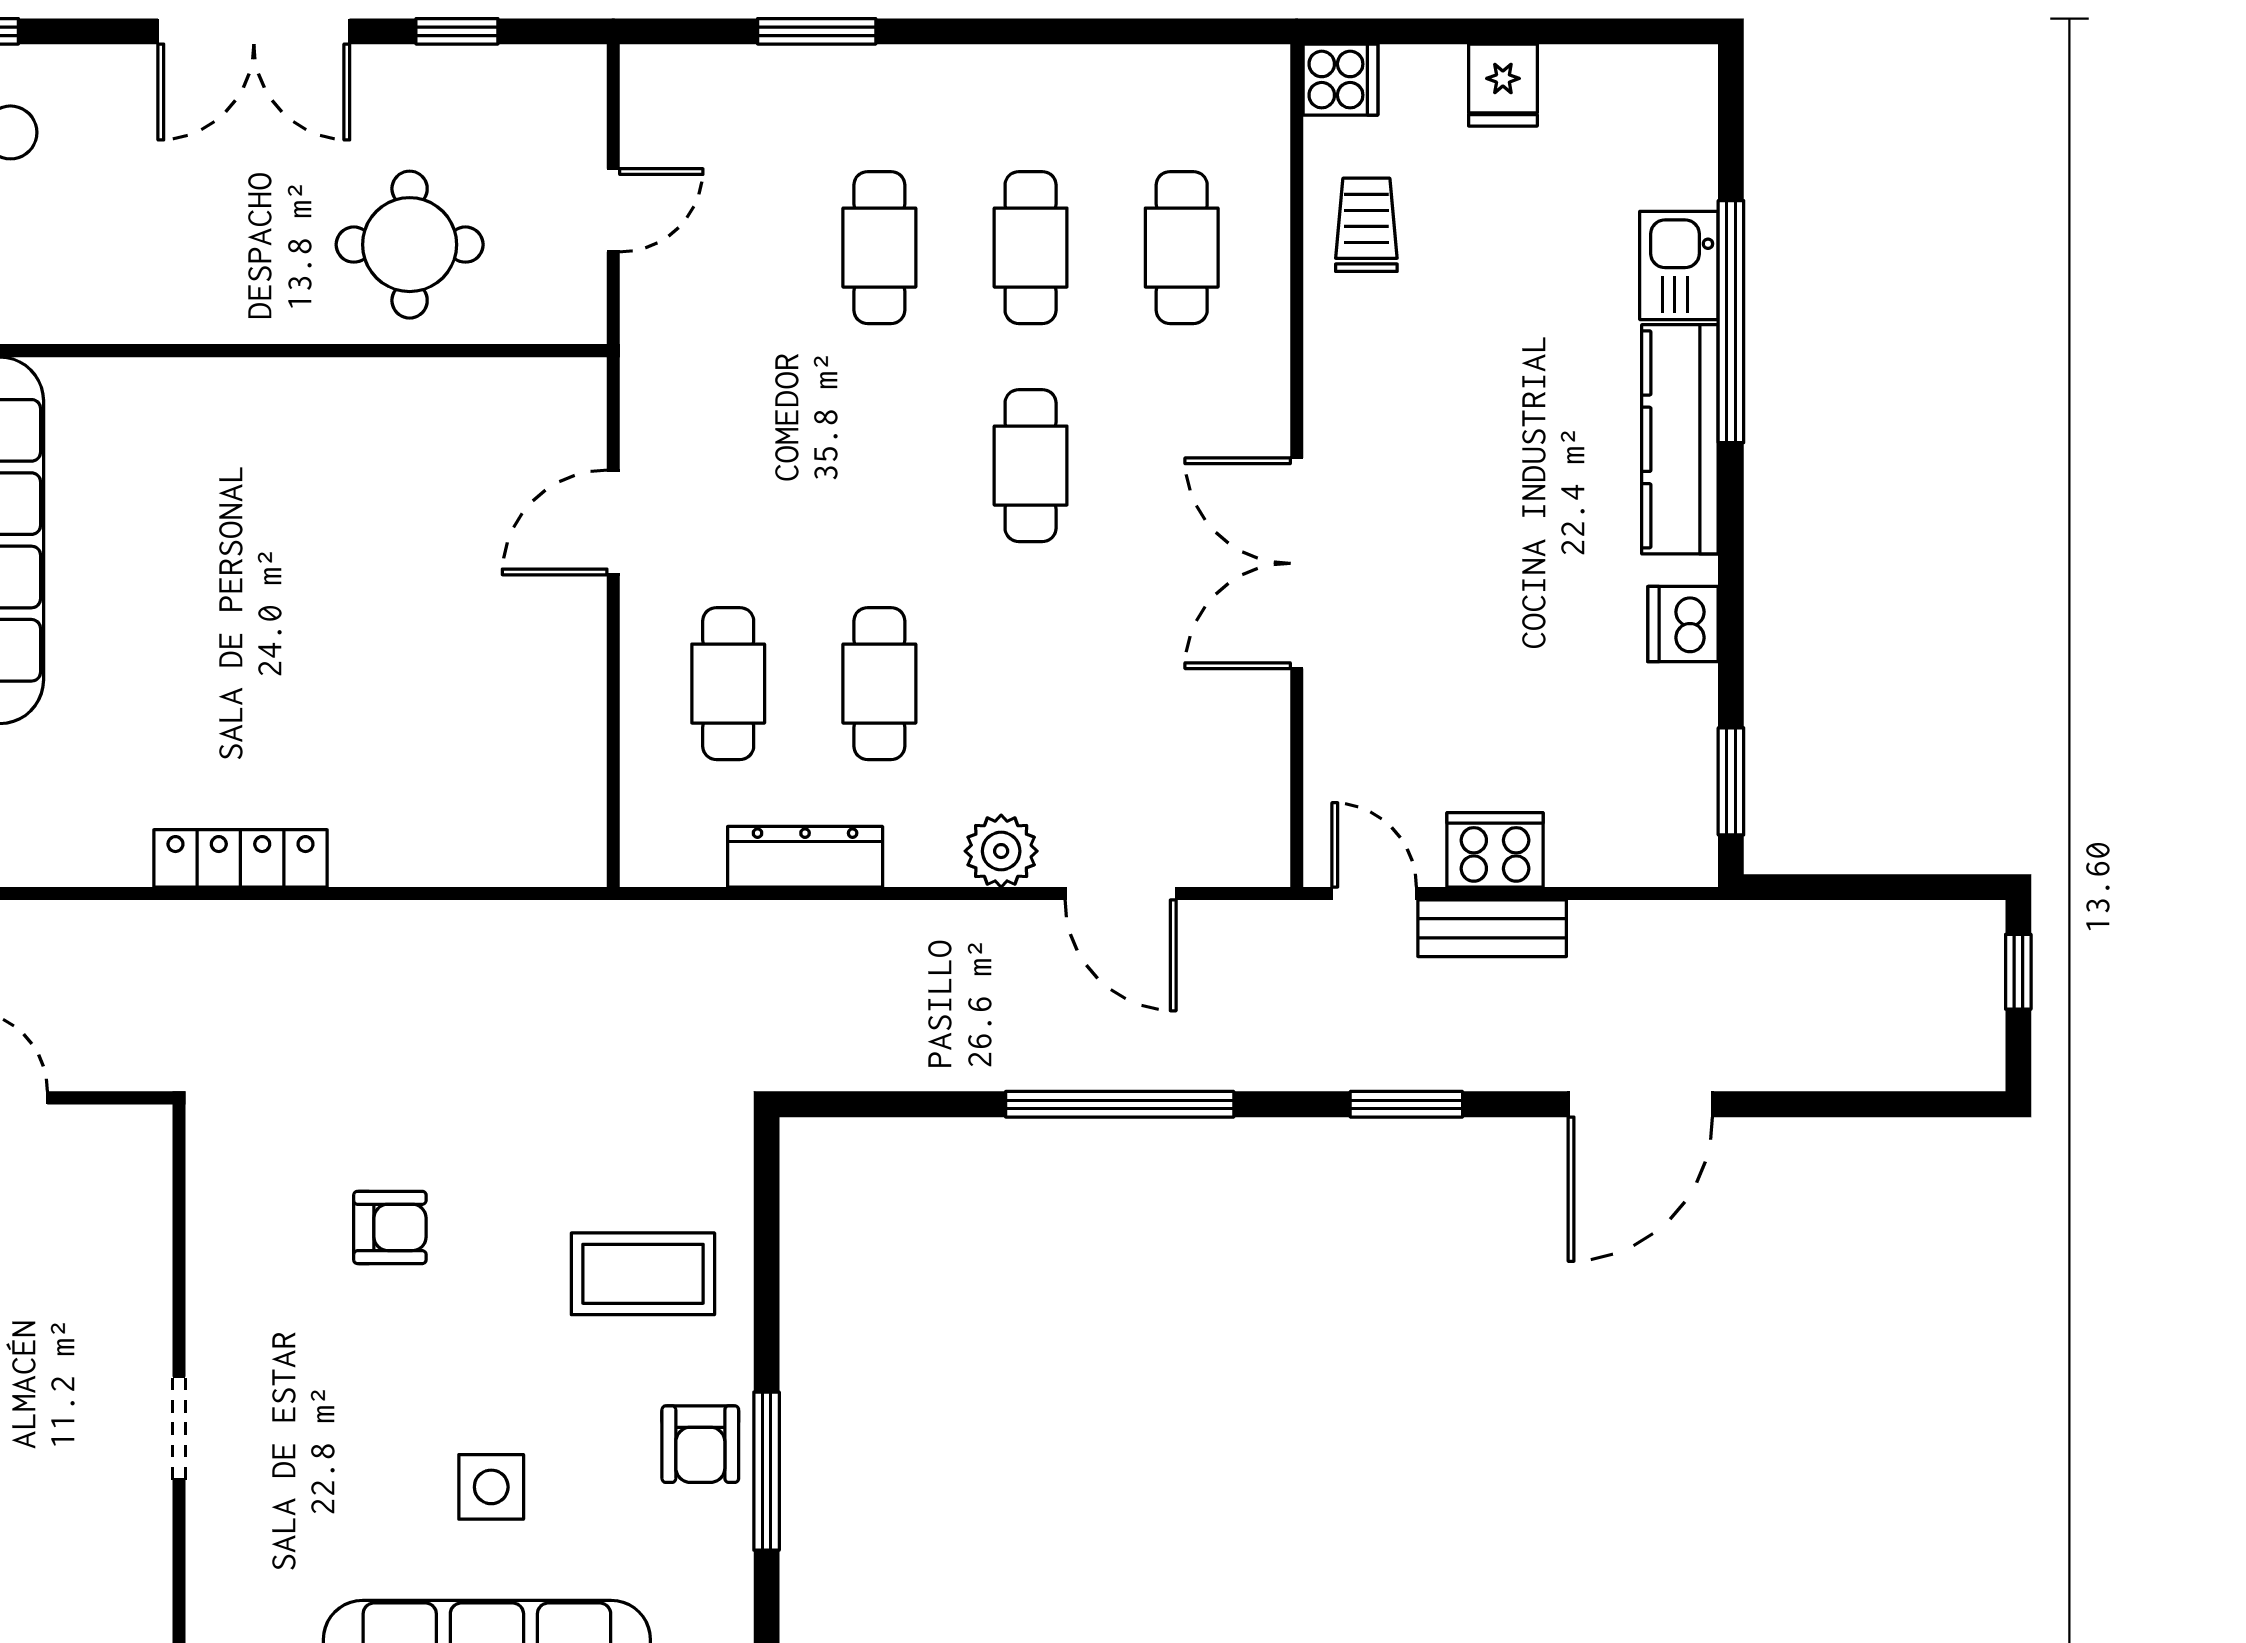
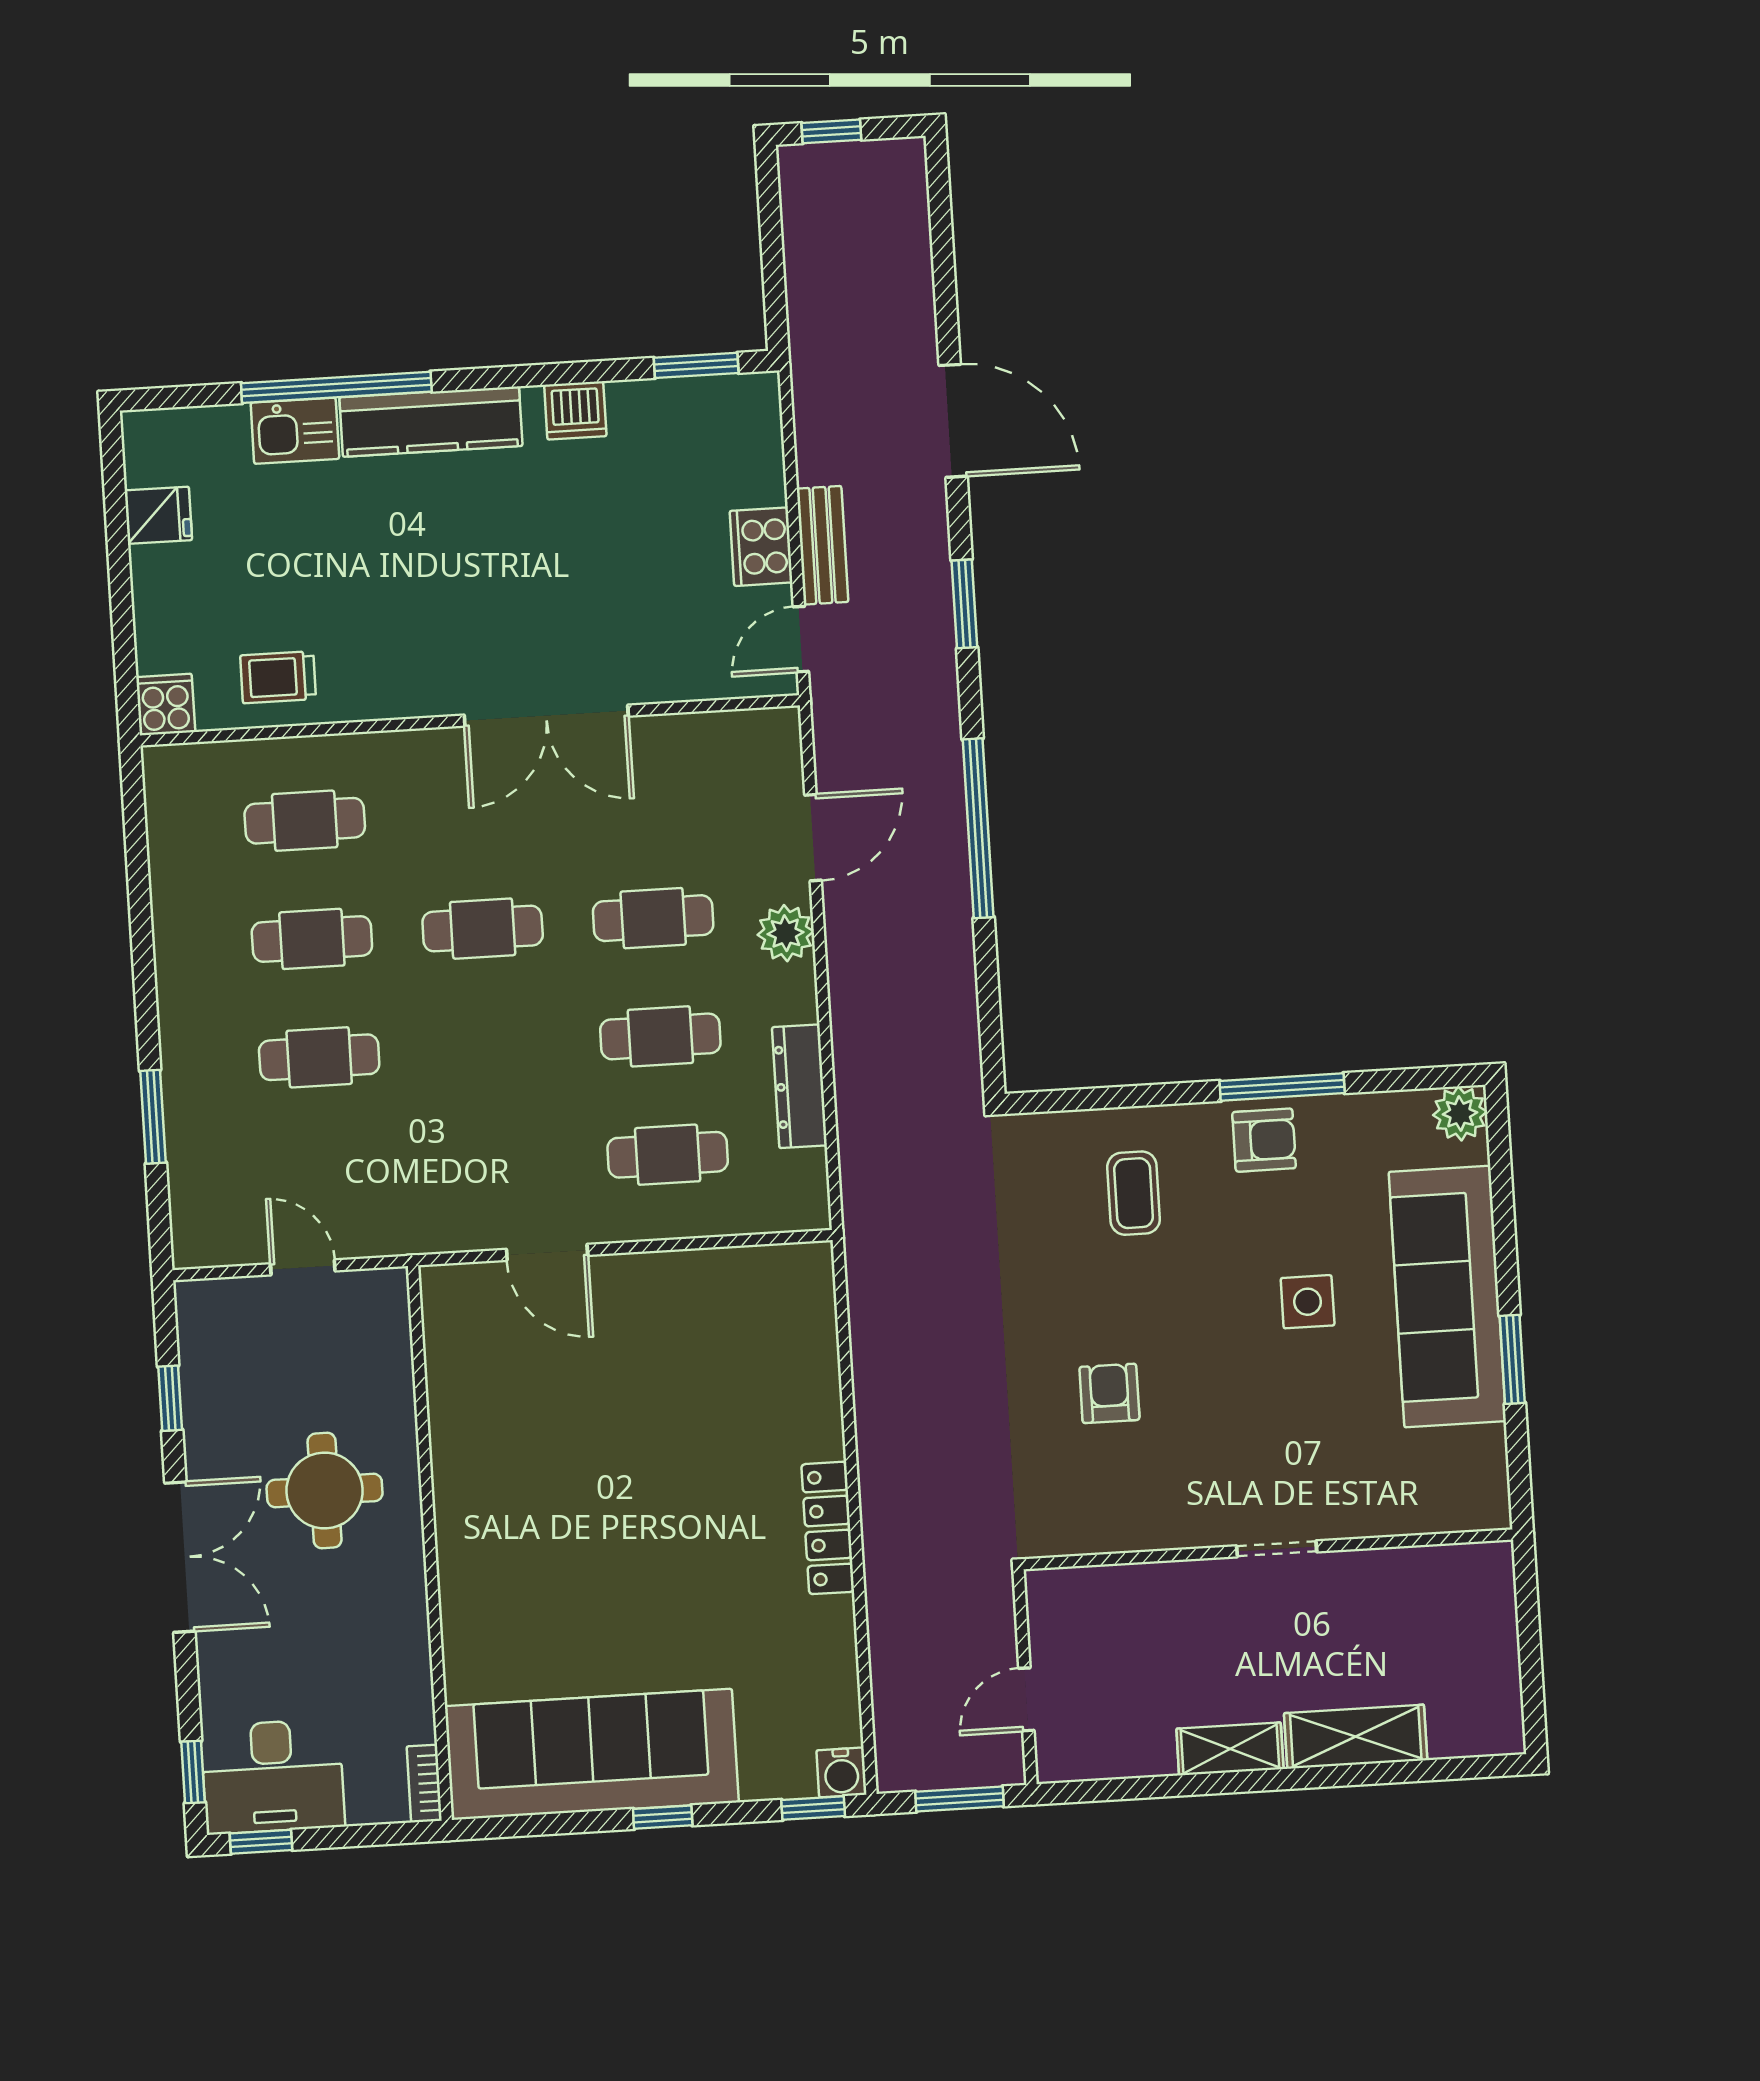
fridge: (1503, 85) -> (158, 515), moved
round table: (410, 245) -> (325, 1491), moved
cafe table: (1031, 684) -> (653, 918), added
coffee table: (643, 1274) -> (1134, 1193), width x0.73, depth x0.77

